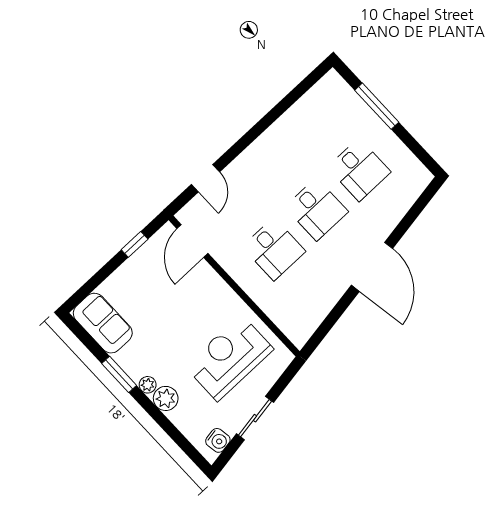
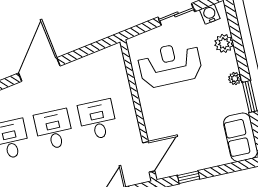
reception desk: (229, 358) -> (170, 65), turned 180
plant: (166, 398) -> (224, 43), moved

